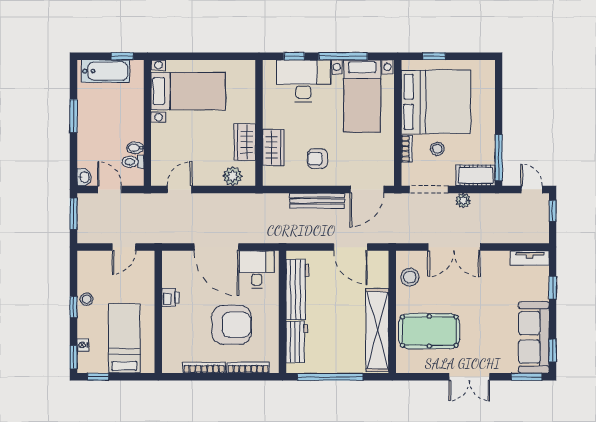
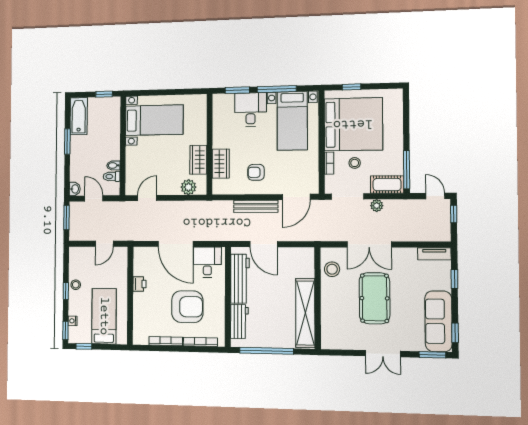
window: (294, 56) -> (237, 90), width x1.50
bathtub: (105, 71) -> (79, 116), moved, turned -90
desk: (303, 81) -> (251, 110), width x0.73
door: (350, 247) -> (264, 244), moved
pool table: (429, 331) -> (375, 298), moved, turned 90

